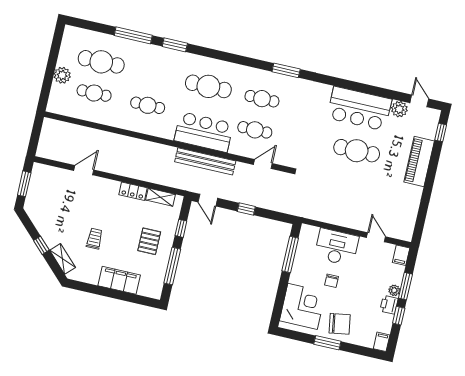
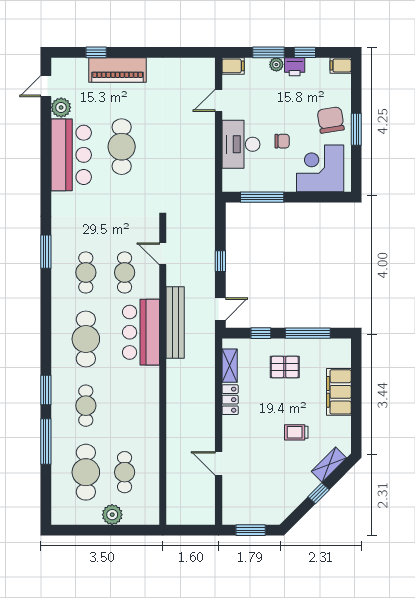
cafe table: (148, 105) -> (86, 406), moved
window: (441, 132) -> (96, 52), moved

